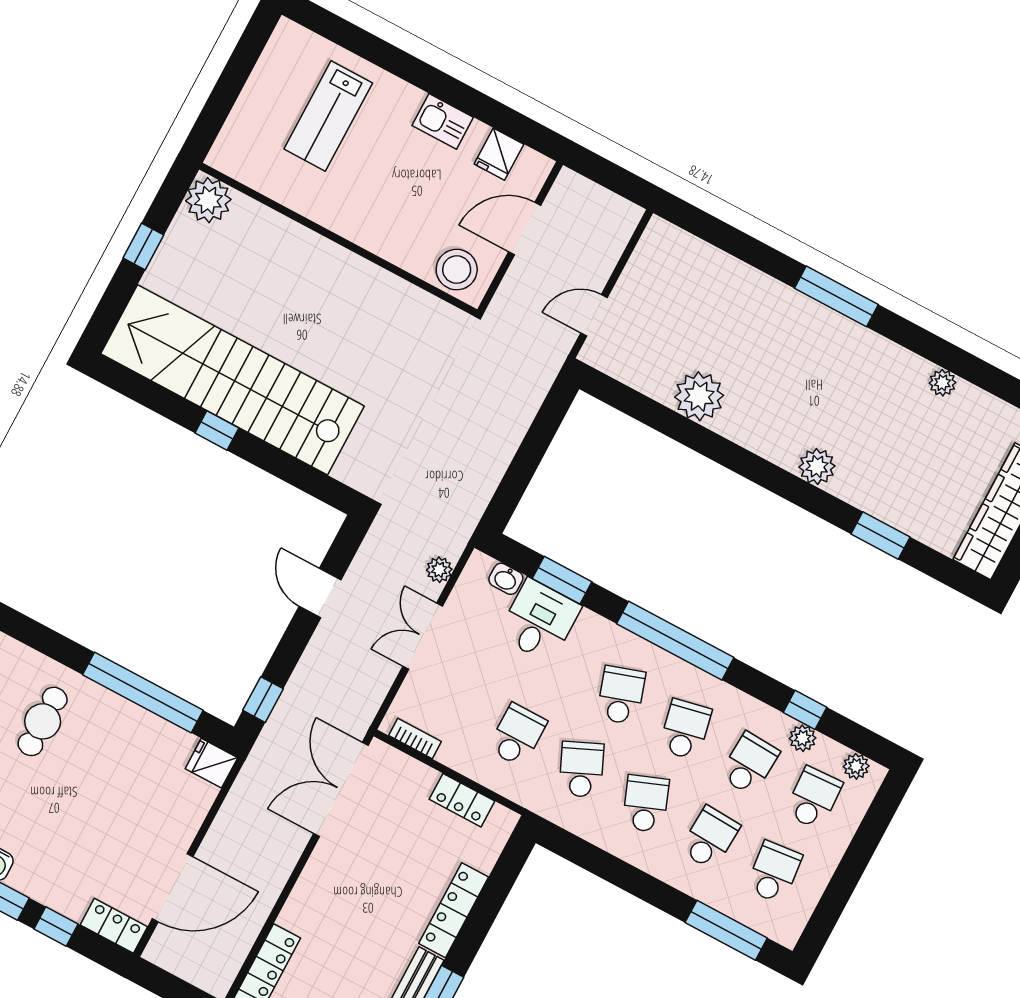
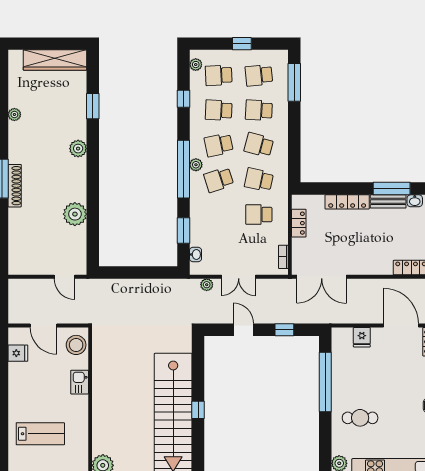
kitchen sink: (443, 121) -> (80, 382), moved, turned 180
shoe rack: (811, 313) -> (15, 186), added
door: (320, 593) -> (243, 330), swing flipped
desk: (539, 621) -> (206, 231), removed
window: (263, 700) -> (284, 330), moved
plant: (803, 738) -> (196, 165), moved
fridge: (211, 763) -> (362, 337), moved
school desk: (581, 769) -> (259, 180), turned 36
school desk: (646, 804) -> (259, 145), turned 36
window: (849, 872) -> (242, 44), added

